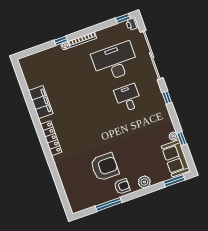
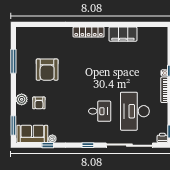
desk: (115, 62) -> (135, 111), turned 180
armchair: (122, 186) -> (39, 103), moved

